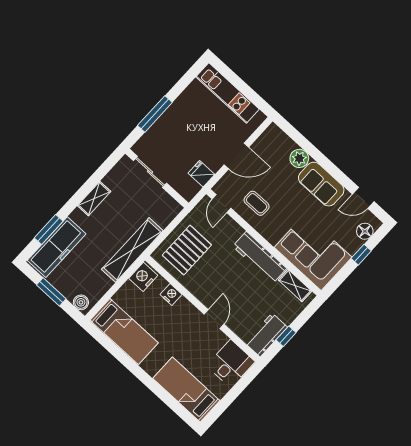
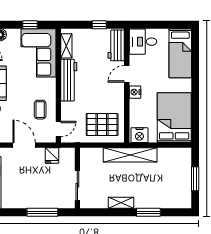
window: (49, 230) -> (148, 212), moved
freezer: (57, 247) -> (167, 199), removed
window: (361, 255) -> (30, 25), moved
nightstand: (171, 294) -> (135, 92), moved
boiler: (81, 302) -> (186, 157), removed
bed: (124, 332) -> (174, 118), width x1.50
workbench: (266, 335) -> (116, 45), moved, turned 90

